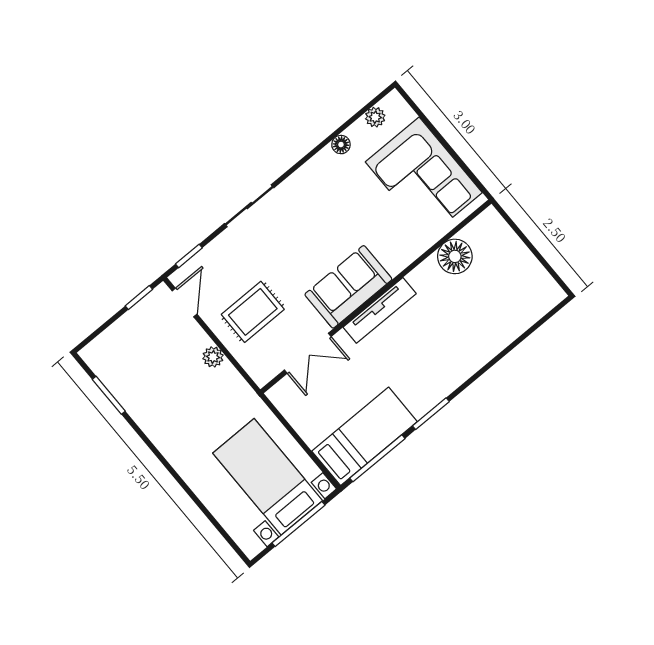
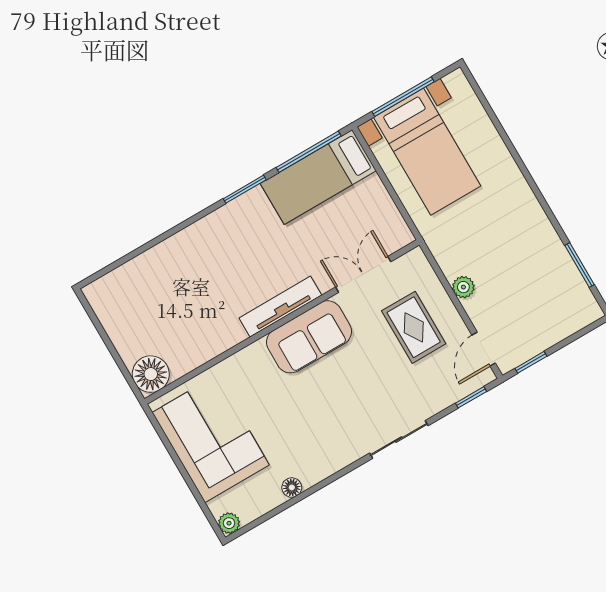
plant: (375, 117) -> (229, 523), moved
floor lamp: (455, 256) -> (151, 374), moved
rug: (253, 312) -> (414, 327), turned 90

